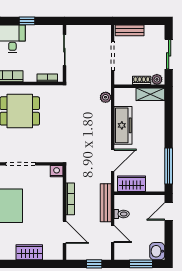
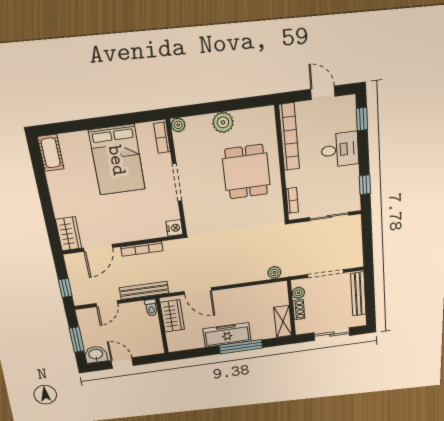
window: (27, 21) -> (365, 185), moved
bench: (130, 30) -> (358, 294), width x1.36
plant: (157, 79) -> (298, 293), moved
freezer: (123, 125) -> (227, 335), moved, turned 180
window: (169, 166) -> (241, 347), moved
door: (169, 211) -> (122, 363), moved
toilet: (122, 214) -> (151, 308), moved
wardrobe: (29, 252) -> (69, 234), moved

